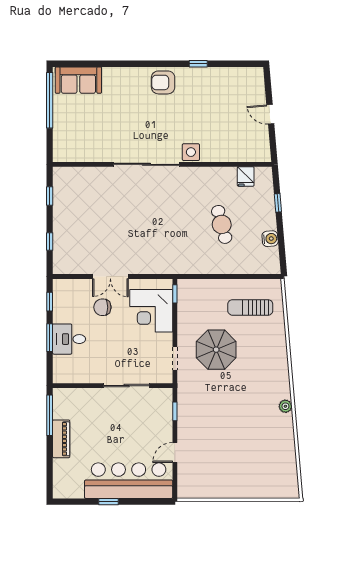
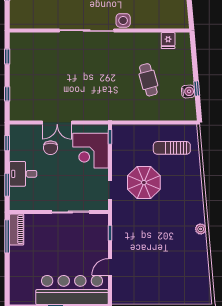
window: (278, 203) -> (197, 89), moved
chair: (102, 307) -> (51, 148), turned -90
window: (50, 338) -> (7, 185), moved
piano: (61, 439) -> (17, 230), moved

